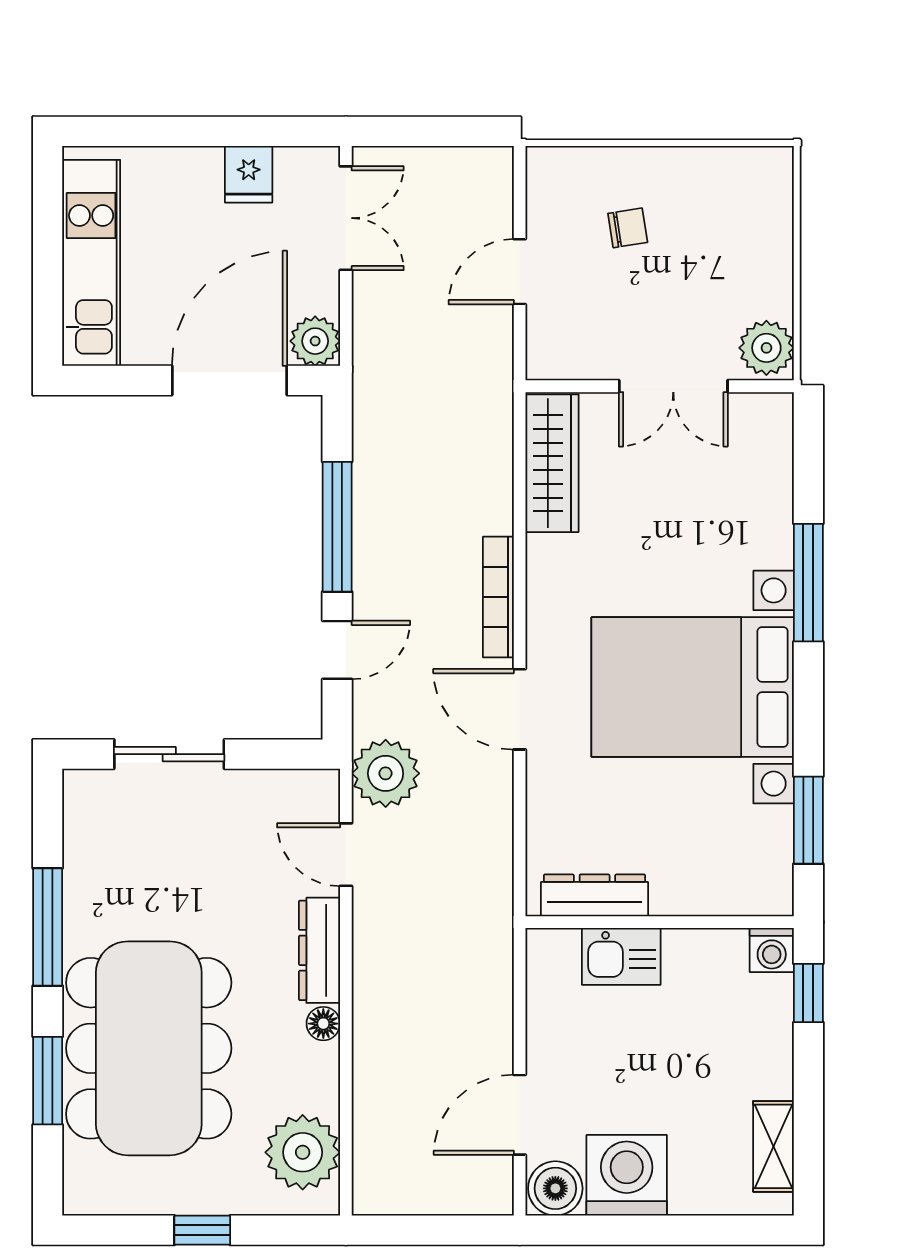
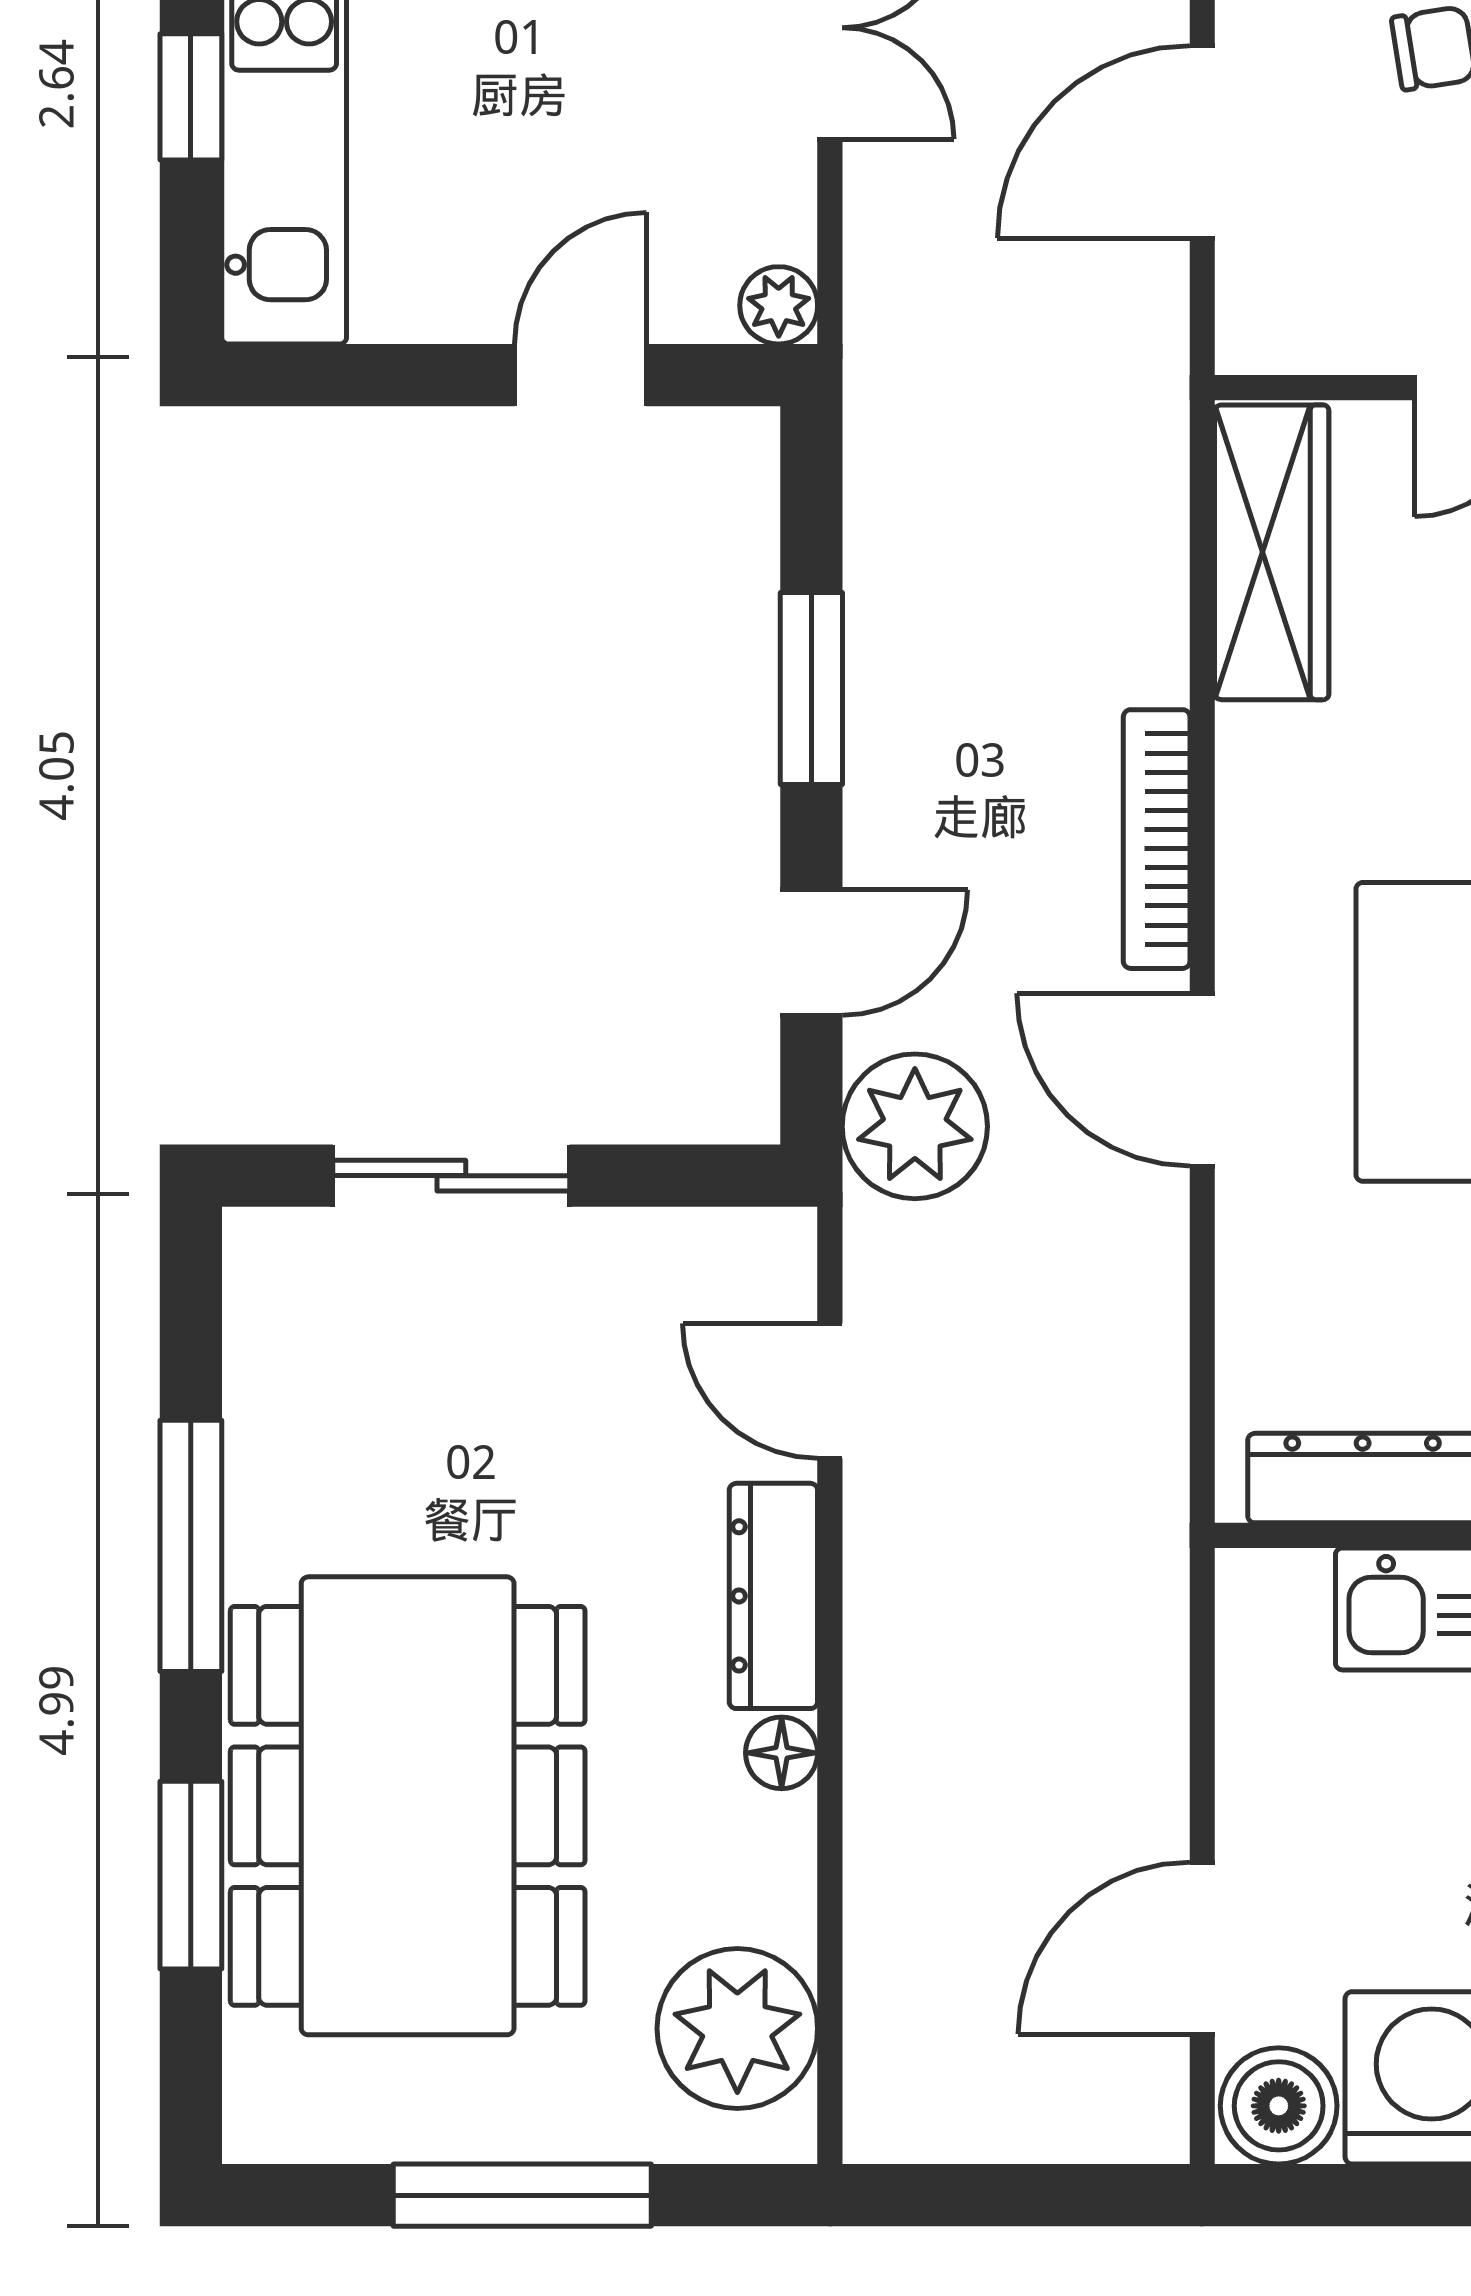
window: (48, 251) -> (191, 97), added
door: (520, 272) -> (1202, 142), width x1.38
plant: (315, 341) -> (779, 305), width x0.73, depth x0.73
door: (229, 380) -> (581, 375), width x0.53
window: (337, 527) -> (811, 689), width x0.69
plant: (386, 773) -> (915, 1126), moved
window: (202, 1230) -> (522, 2195), width x2.17

